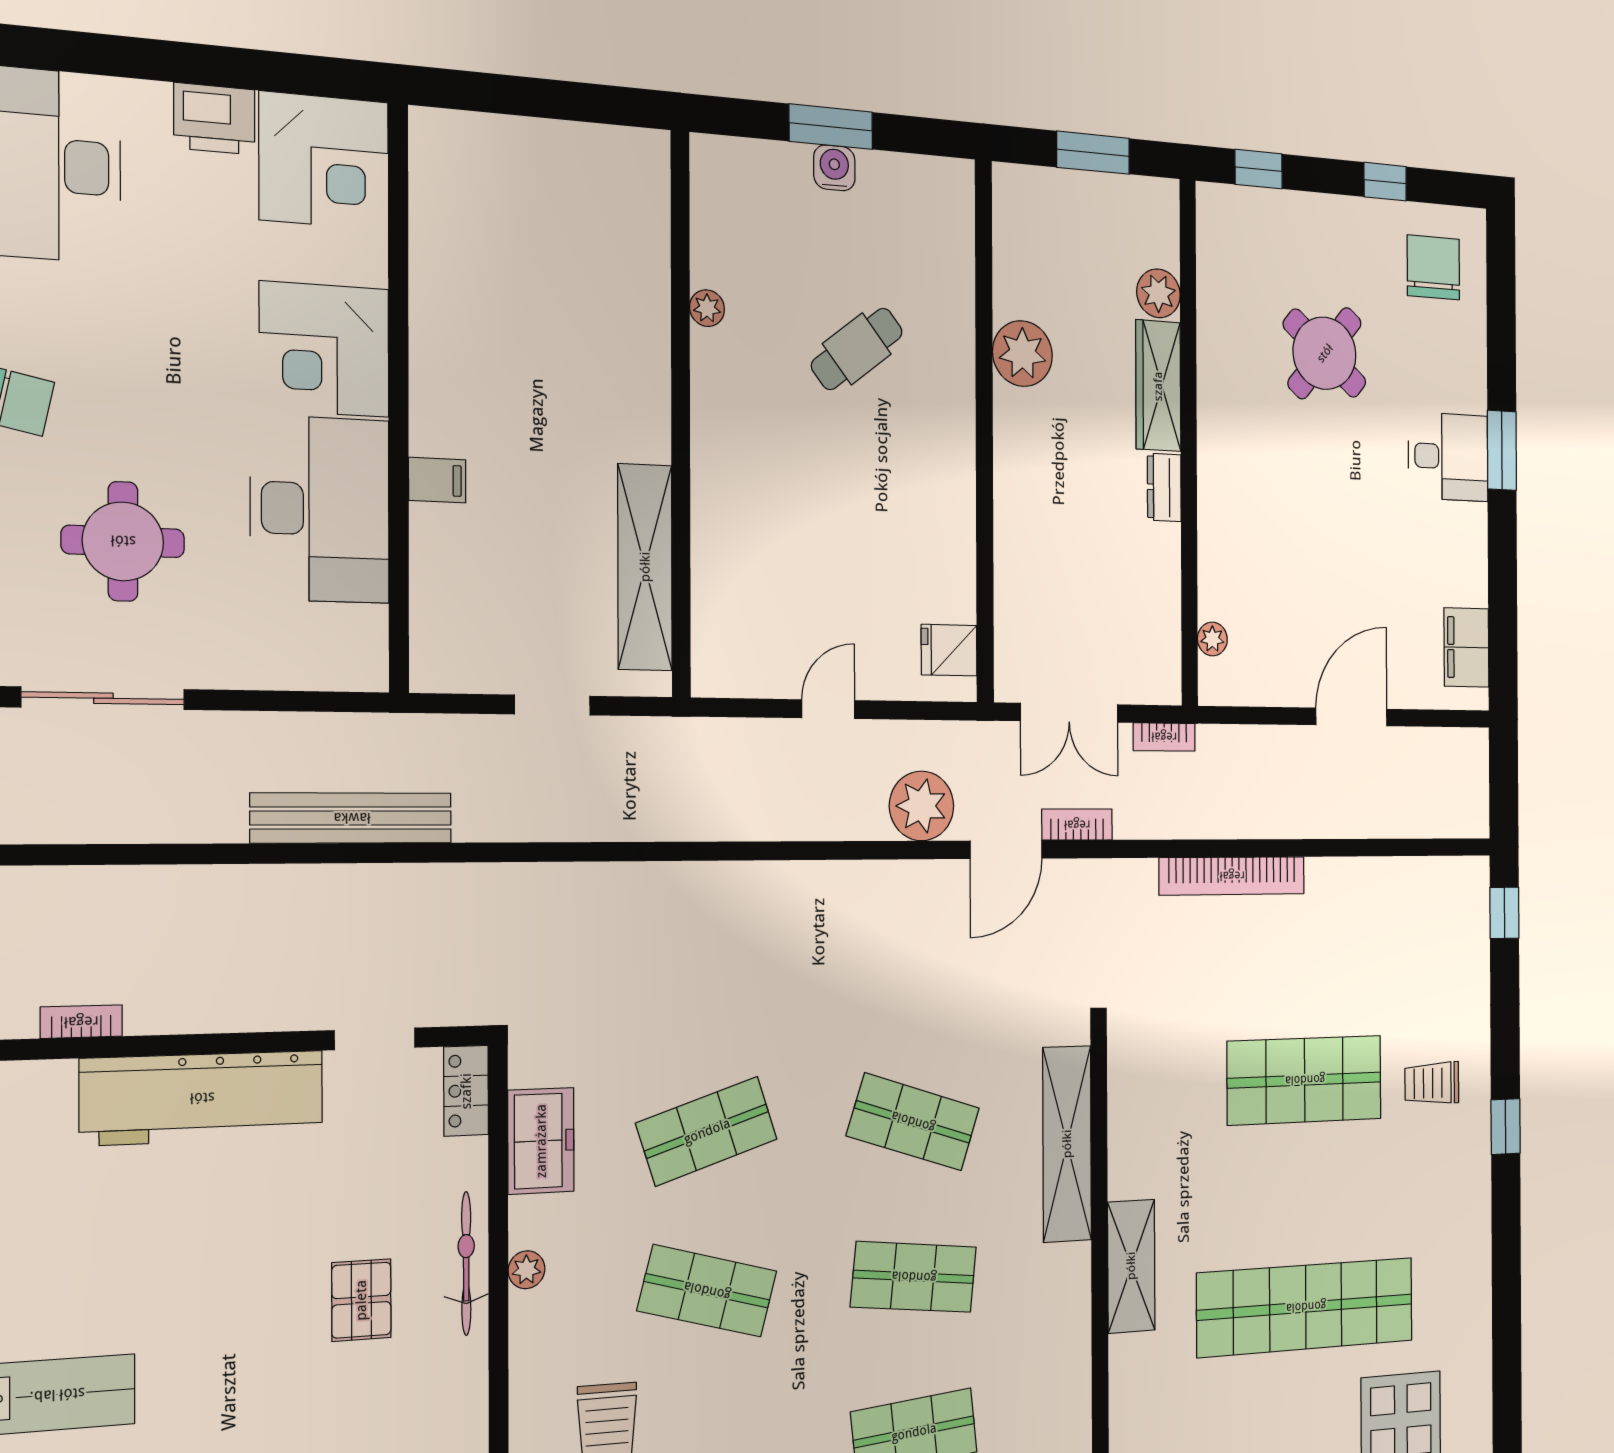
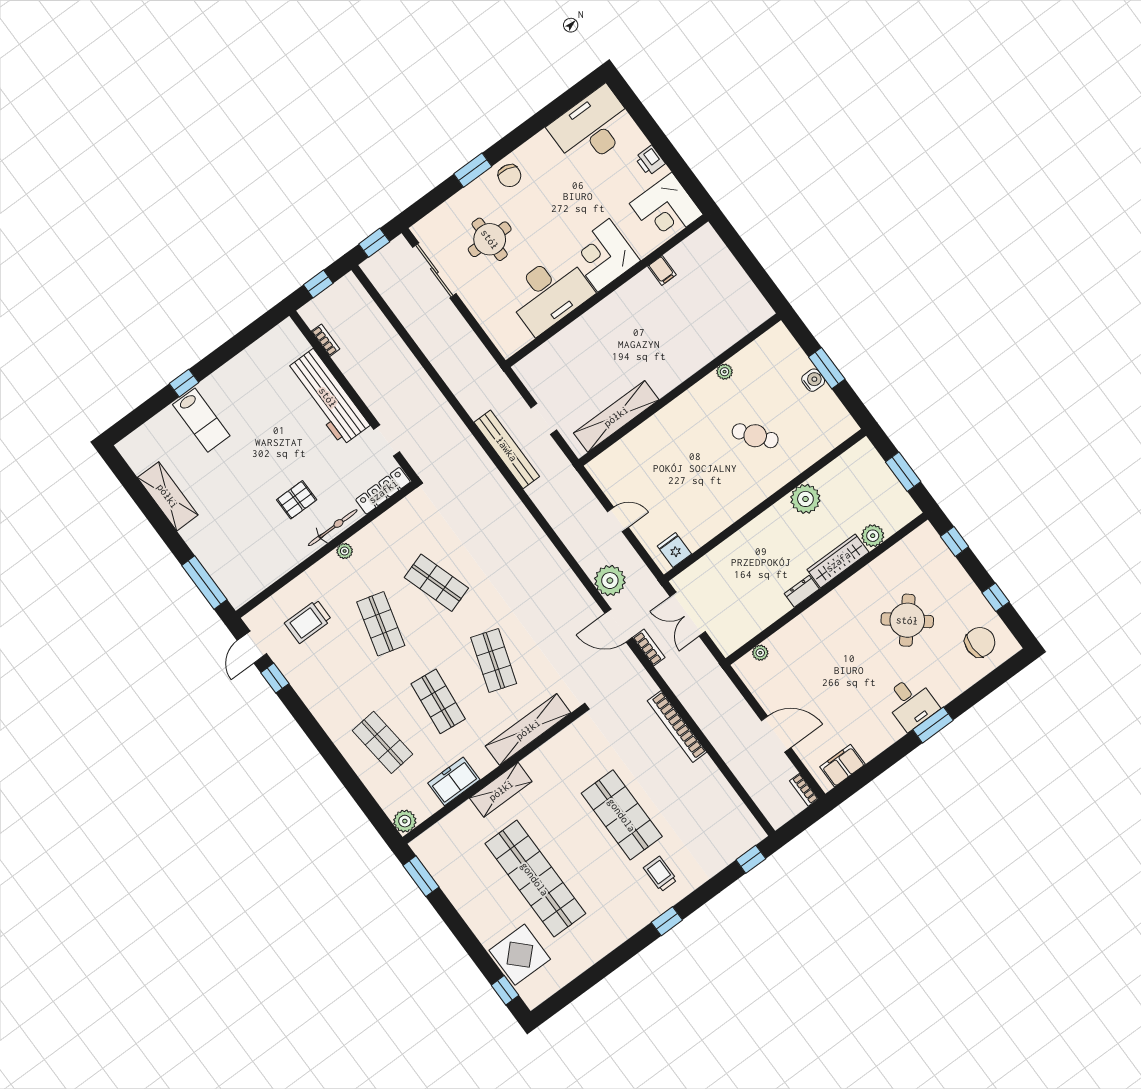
printer: (214, 119) -> (650, 161), width x0.73, depth x0.81
filing cabinet: (437, 480) -> (662, 270), moved
bookcase: (1164, 737) -> (804, 790), moved
bench: (352, 818) -> (507, 449), moved
locker: (466, 1091) -> (383, 491), width x1.53
freezer: (541, 1141) -> (454, 781), moved, turned 180

